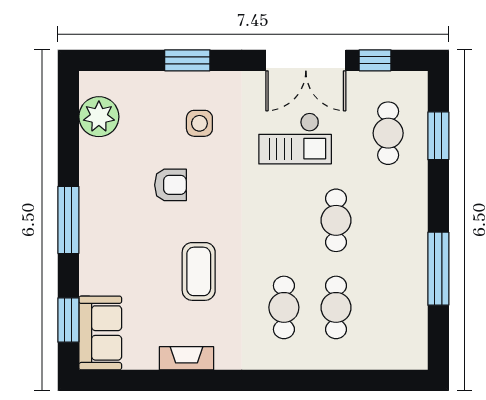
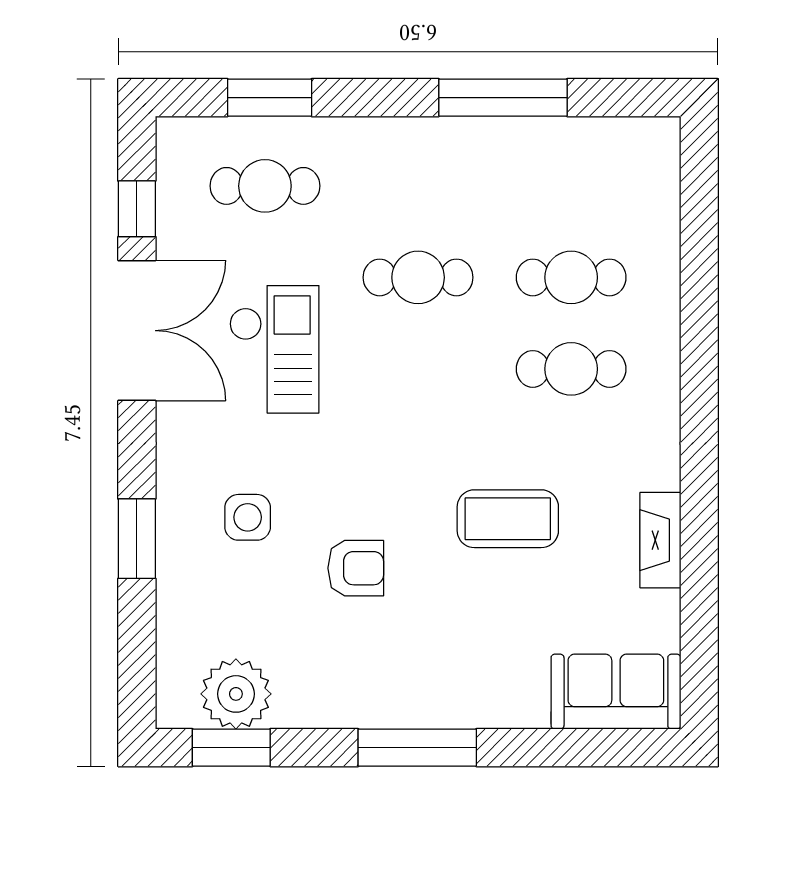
armchair: (170, 185) -> (356, 568), turned 90
window: (68, 320) -> (231, 748), moved

